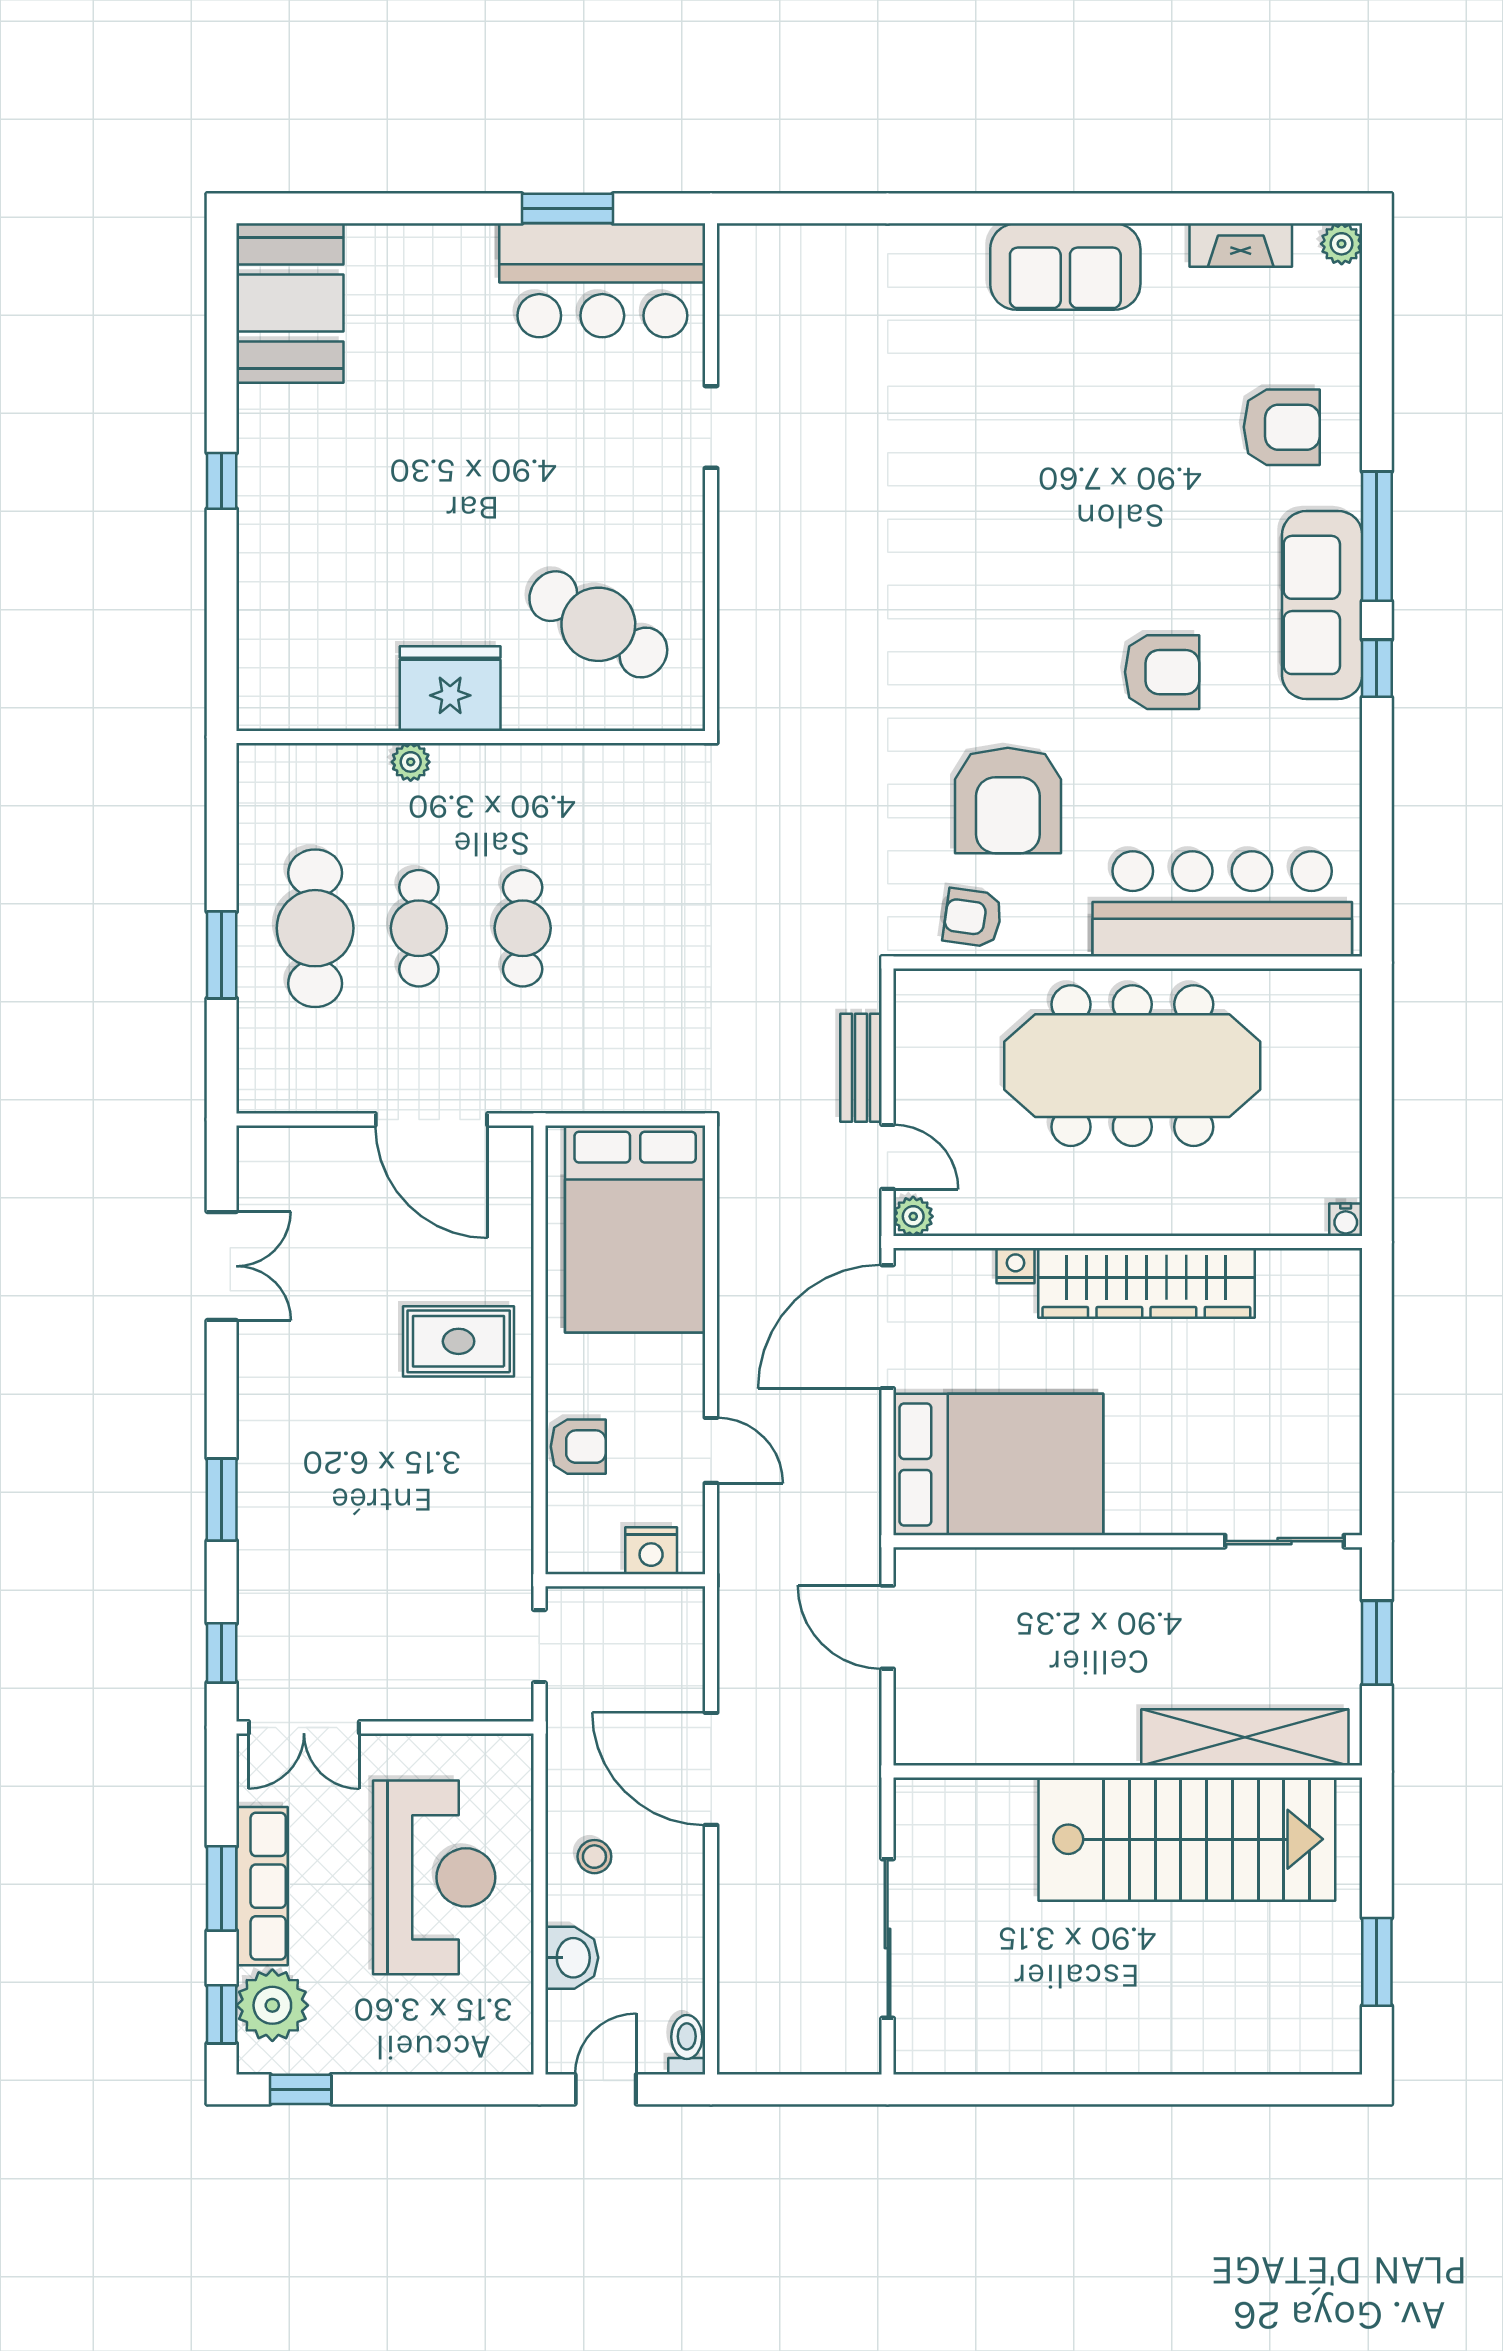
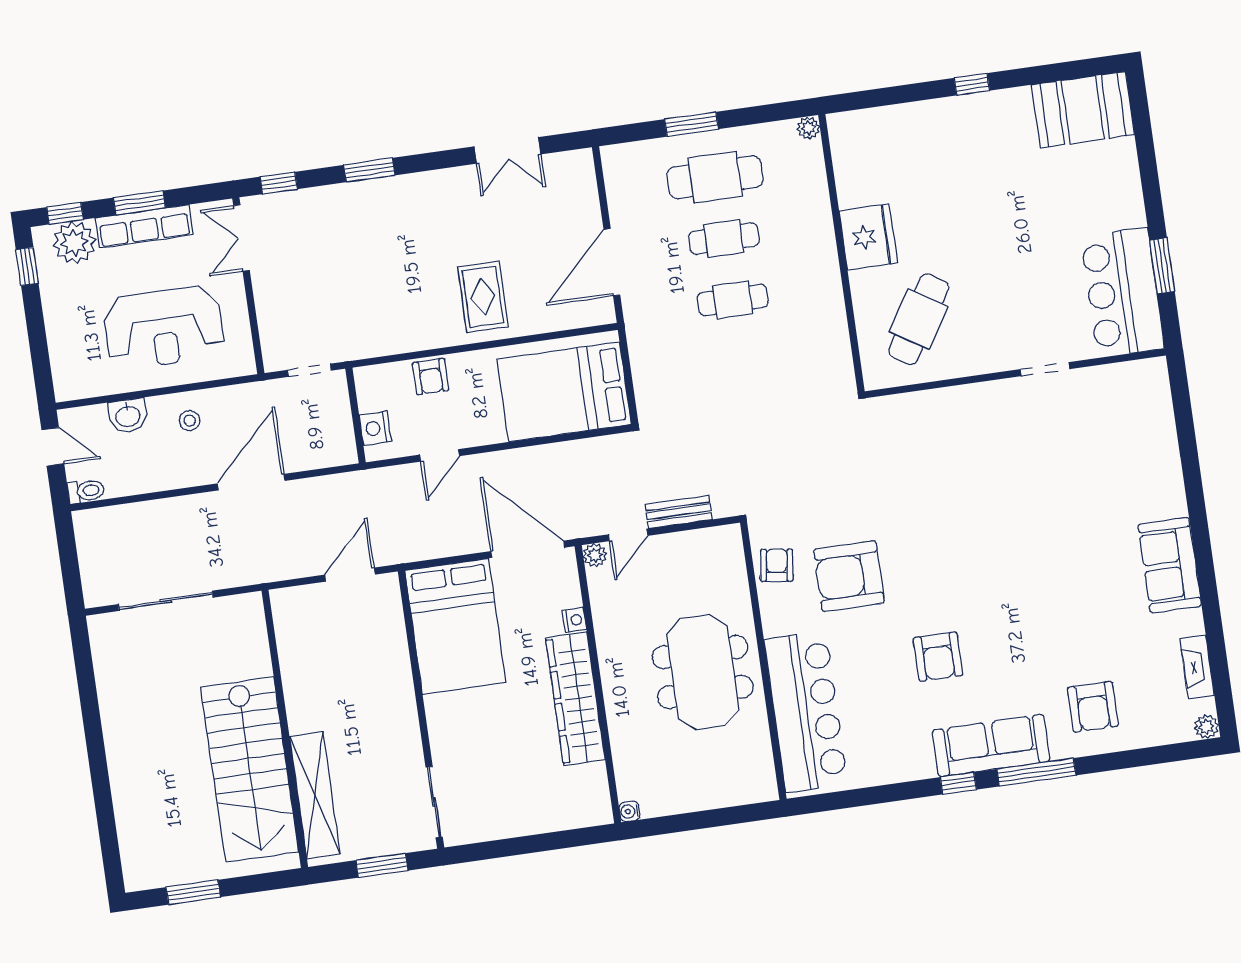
plant: (411, 762) -> (808, 128), moved
meeting table: (1132, 1066) -> (703, 672), width x0.73

